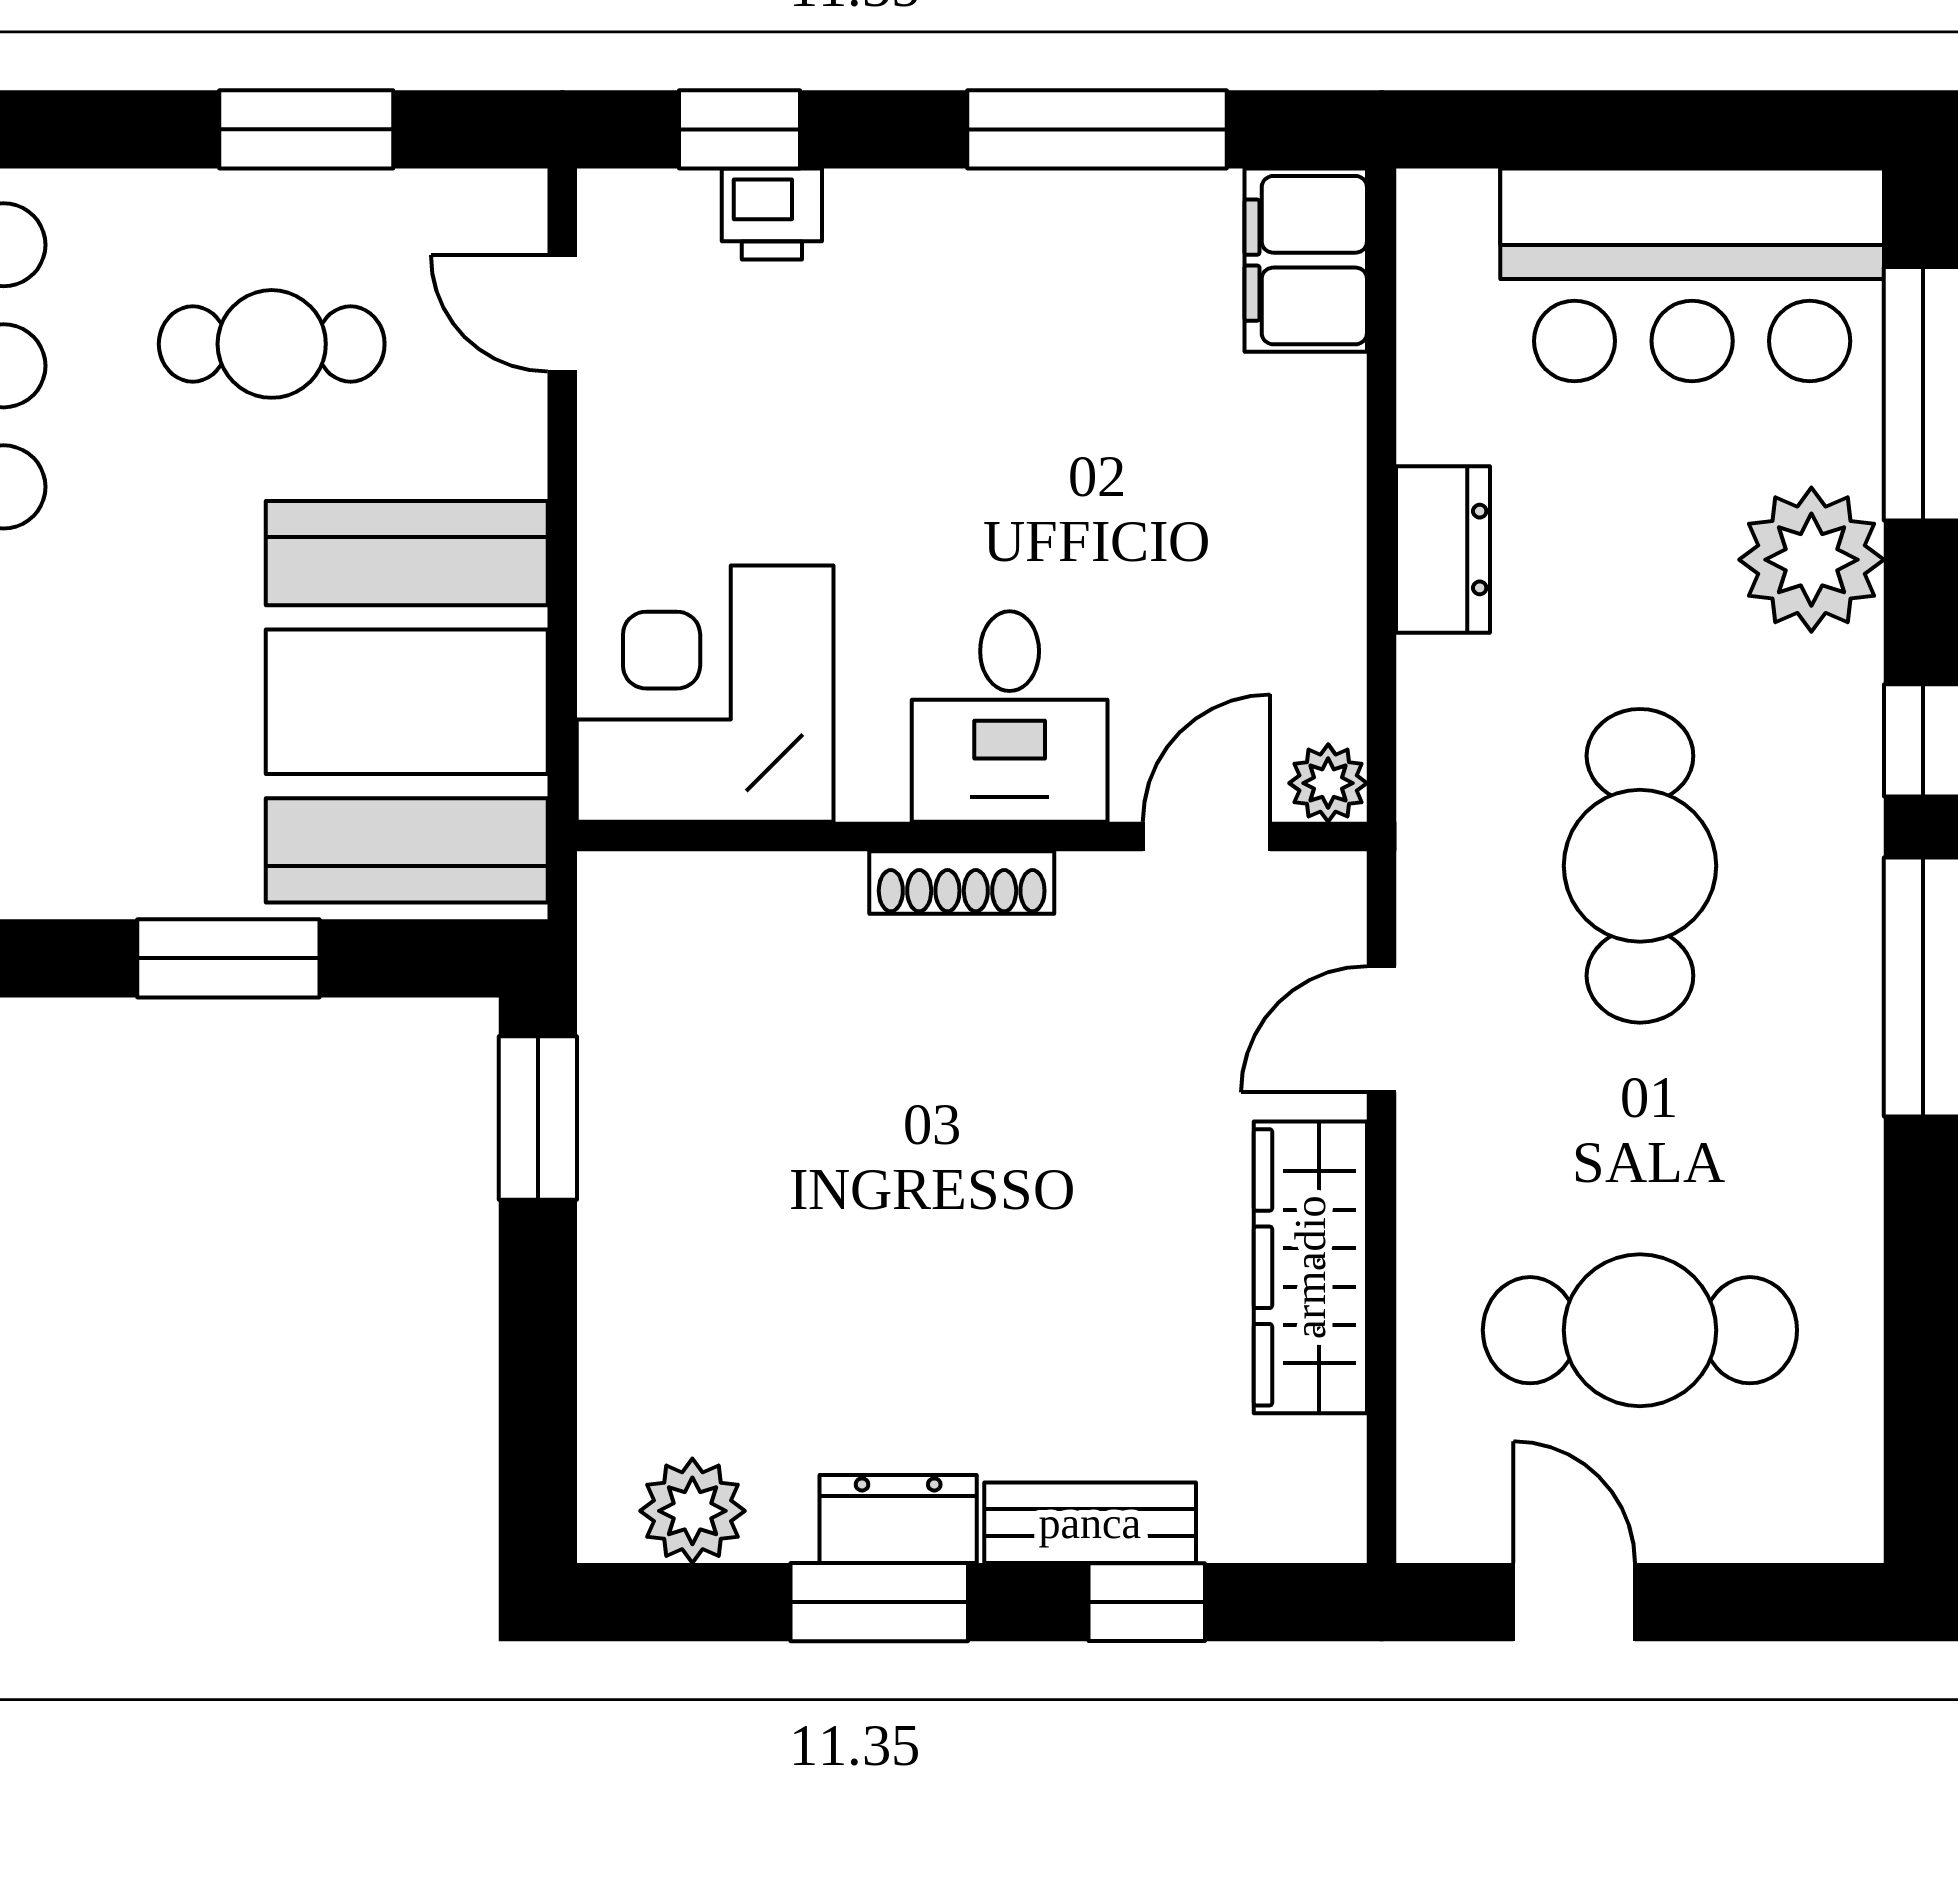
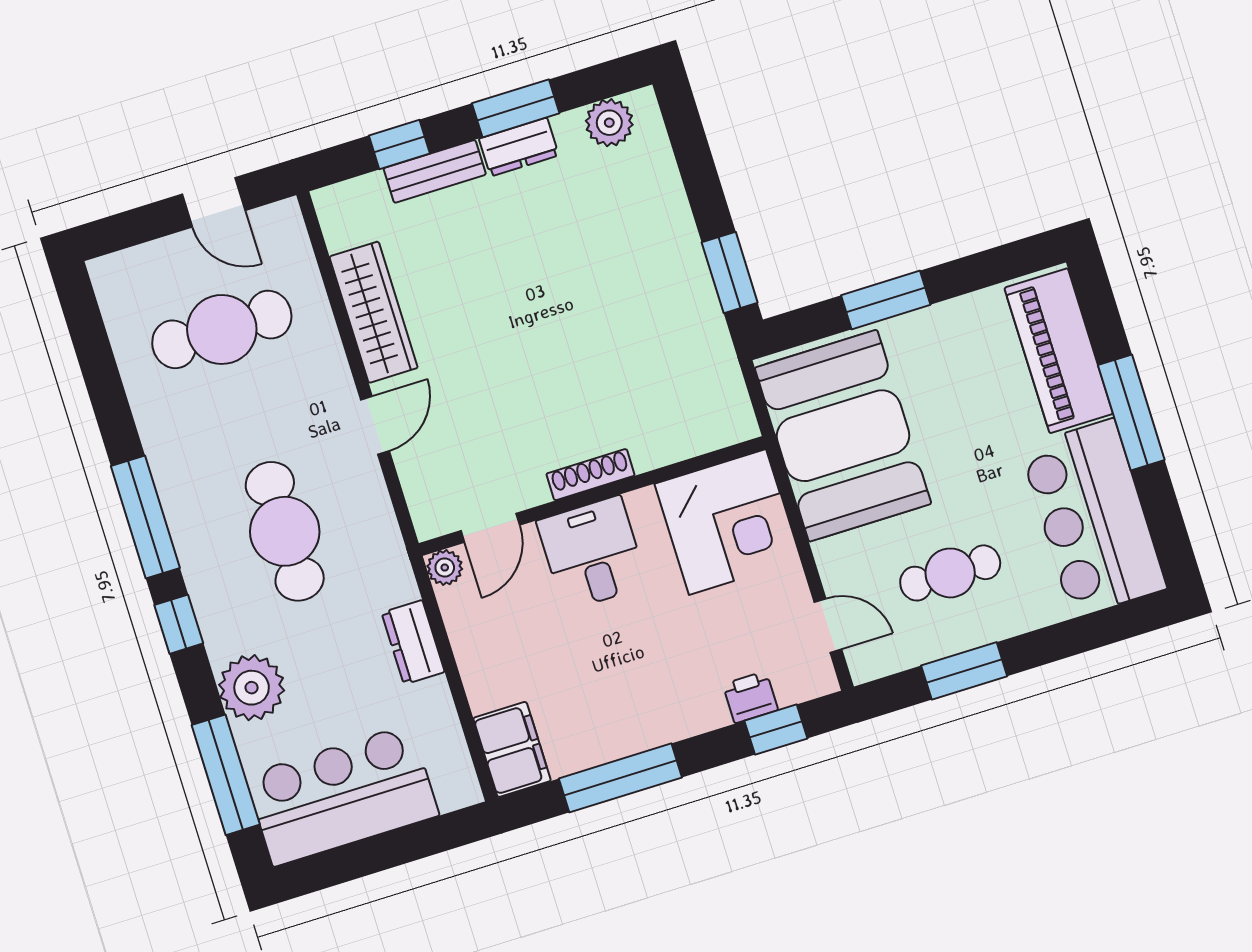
corner desk: (705, 694) -> (728, 522), moved
desk: (1010, 717) -> (592, 553), moved
plant: (1328, 783) -> (445, 567), moved
wall: (972, 837) -> (592, 496), moved
door: (1207, 837) -> (490, 528), moved
shoe rack: (962, 883) -> (591, 475), moved

